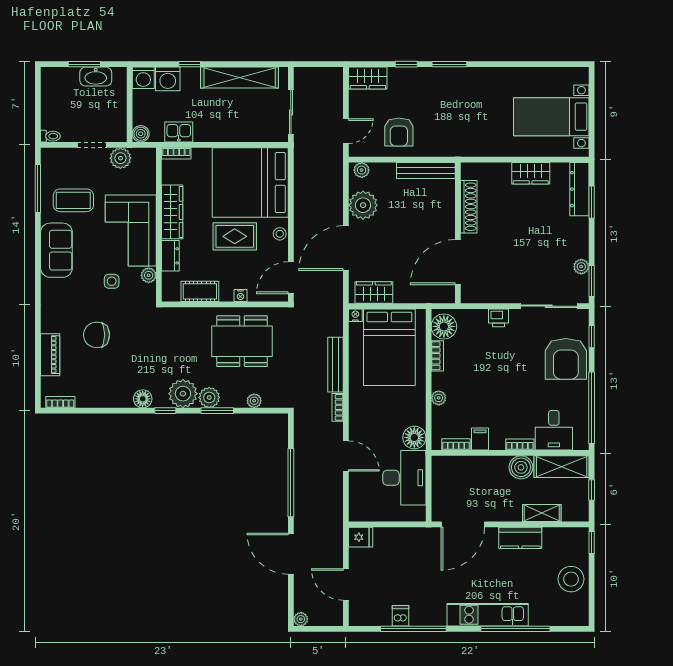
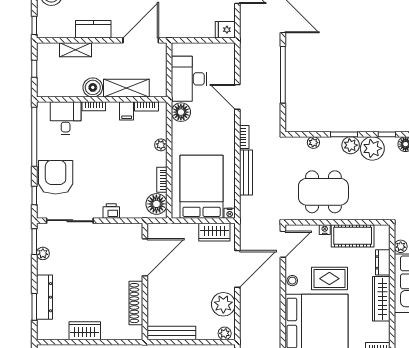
dresser: (579, 189) -> (44, 297), moved
cot: (200, 291) -> (353, 236), width x1.37, depth x1.34
shelving: (562, 467) -> (126, 88), moved

